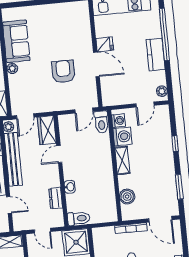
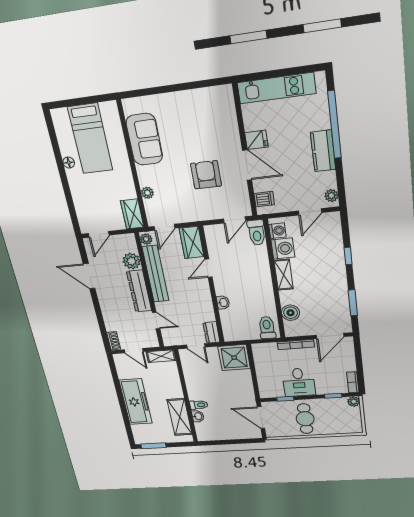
plant: (12, 68) -> (147, 193), moved
dishwasher: (109, 93) -> (264, 199), added
dresser: (56, 198) -> (211, 332), moved
toilet: (79, 218) -> (267, 328), moved, turned -90
door: (160, 219) -> (330, 336), hinge flipped

